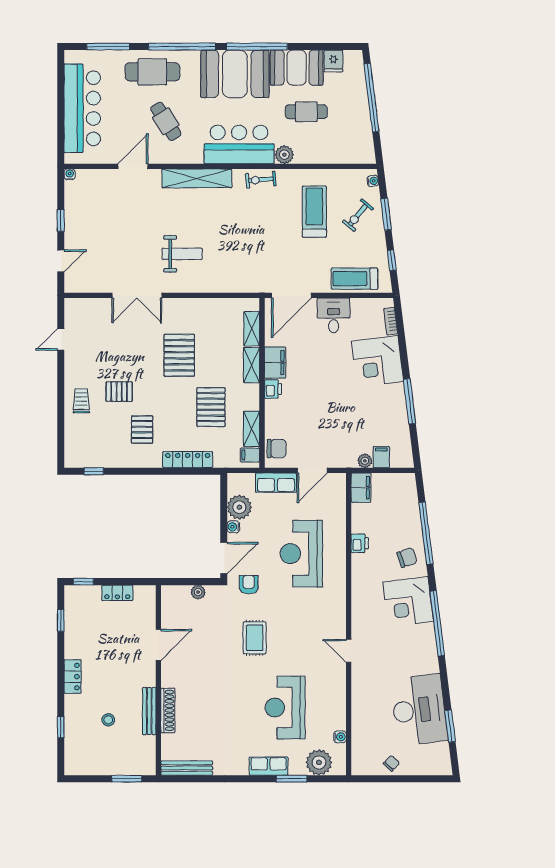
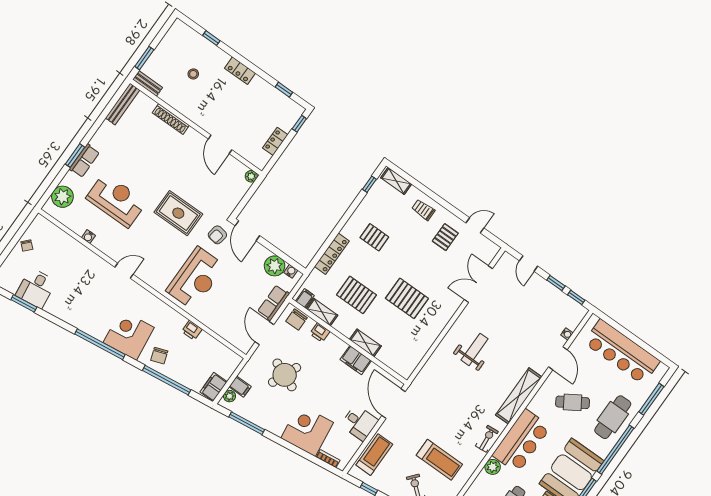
water cooler: (70, 174) -> (567, 334), moved
window: (61, 191) -> (576, 297), added
weight bench: (182, 254) -> (475, 349), turned 180
double door: (137, 295) -> (478, 284), moved
shelving: (252, 329) -> (396, 181), moved
door: (61, 340) -> (475, 225), hinge flipped
printer: (273, 389) -> (320, 333), moved
pallet: (119, 392) -> (445, 237), moved
trolley: (81, 401) -> (423, 210), turned 180
window: (409, 401) -> (247, 423), moved
round table: (339, 422) -> (285, 375), added
plant: (365, 461) -> (230, 396), moved
filing cabinet: (361, 488) -> (214, 387), moved, turned 90
water cooler: (233, 527) -> (291, 271), moved
reception desk: (301, 554) -> (196, 278), moved, turned 90
armchair: (249, 585) -> (217, 235), turned 100
plant: (198, 592) -> (251, 176), moved
rug: (255, 638) -> (178, 213), width x1.36, depth x1.43
desk: (419, 710) -> (36, 288), width x0.53, depth x0.77
bench: (149, 711) -> (148, 83), moved, width x0.73
water cooler: (340, 737) -> (88, 237), moved
window: (292, 779) -> (75, 156), moved

